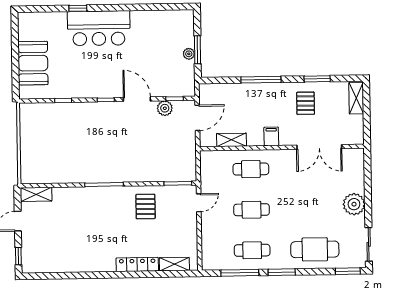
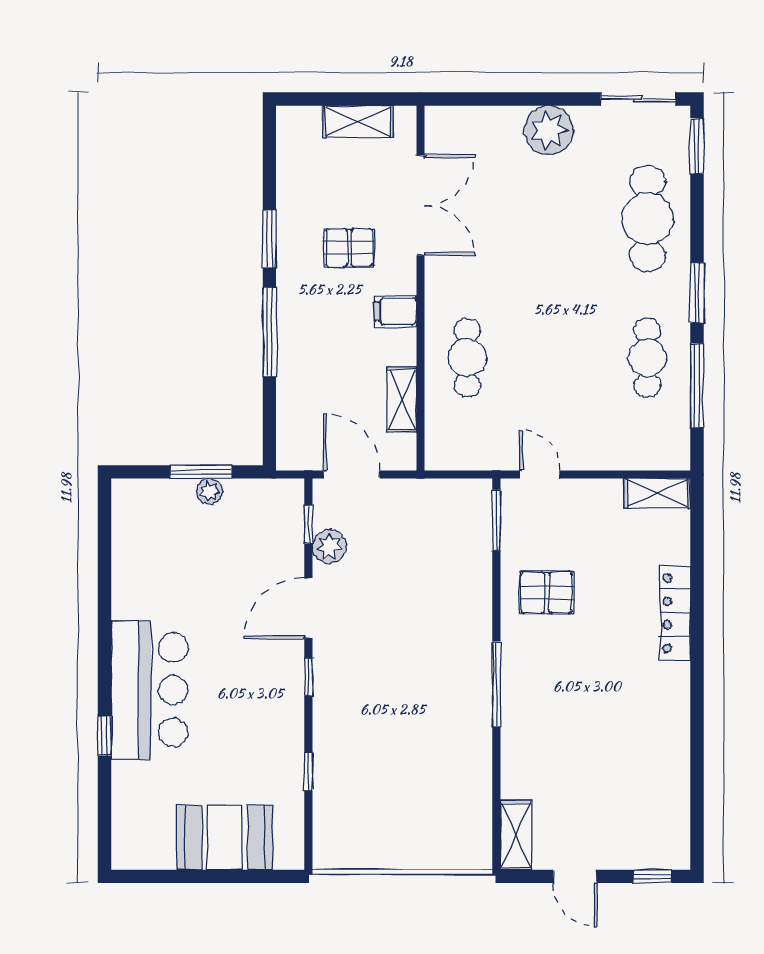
window: (317, 79) -> (269, 239), moved
shelving: (356, 98) -> (358, 121), moved
pallet: (306, 103) -> (349, 248), moved
cafe table: (251, 210) -> (557, 358), removed
shelving: (174, 264) -> (657, 493), moved, turned 90

